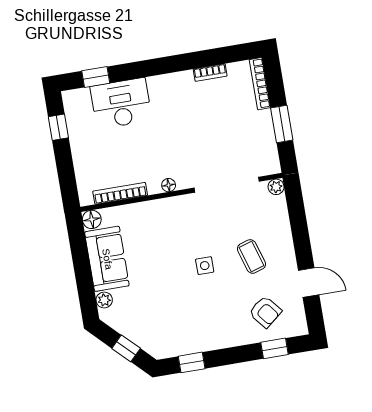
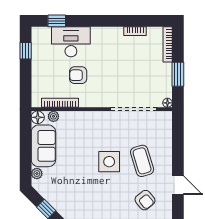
armchair: (139, 149) -> (78, 75), added
floor lamp: (169, 185) -> (167, 103), moved
plant: (276, 187) -> (53, 116), moved
coffee table: (251, 256) -> (142, 161), width x1.36, depth x1.30
side table: (205, 266) -> (109, 162), width x1.87, depth x1.87

